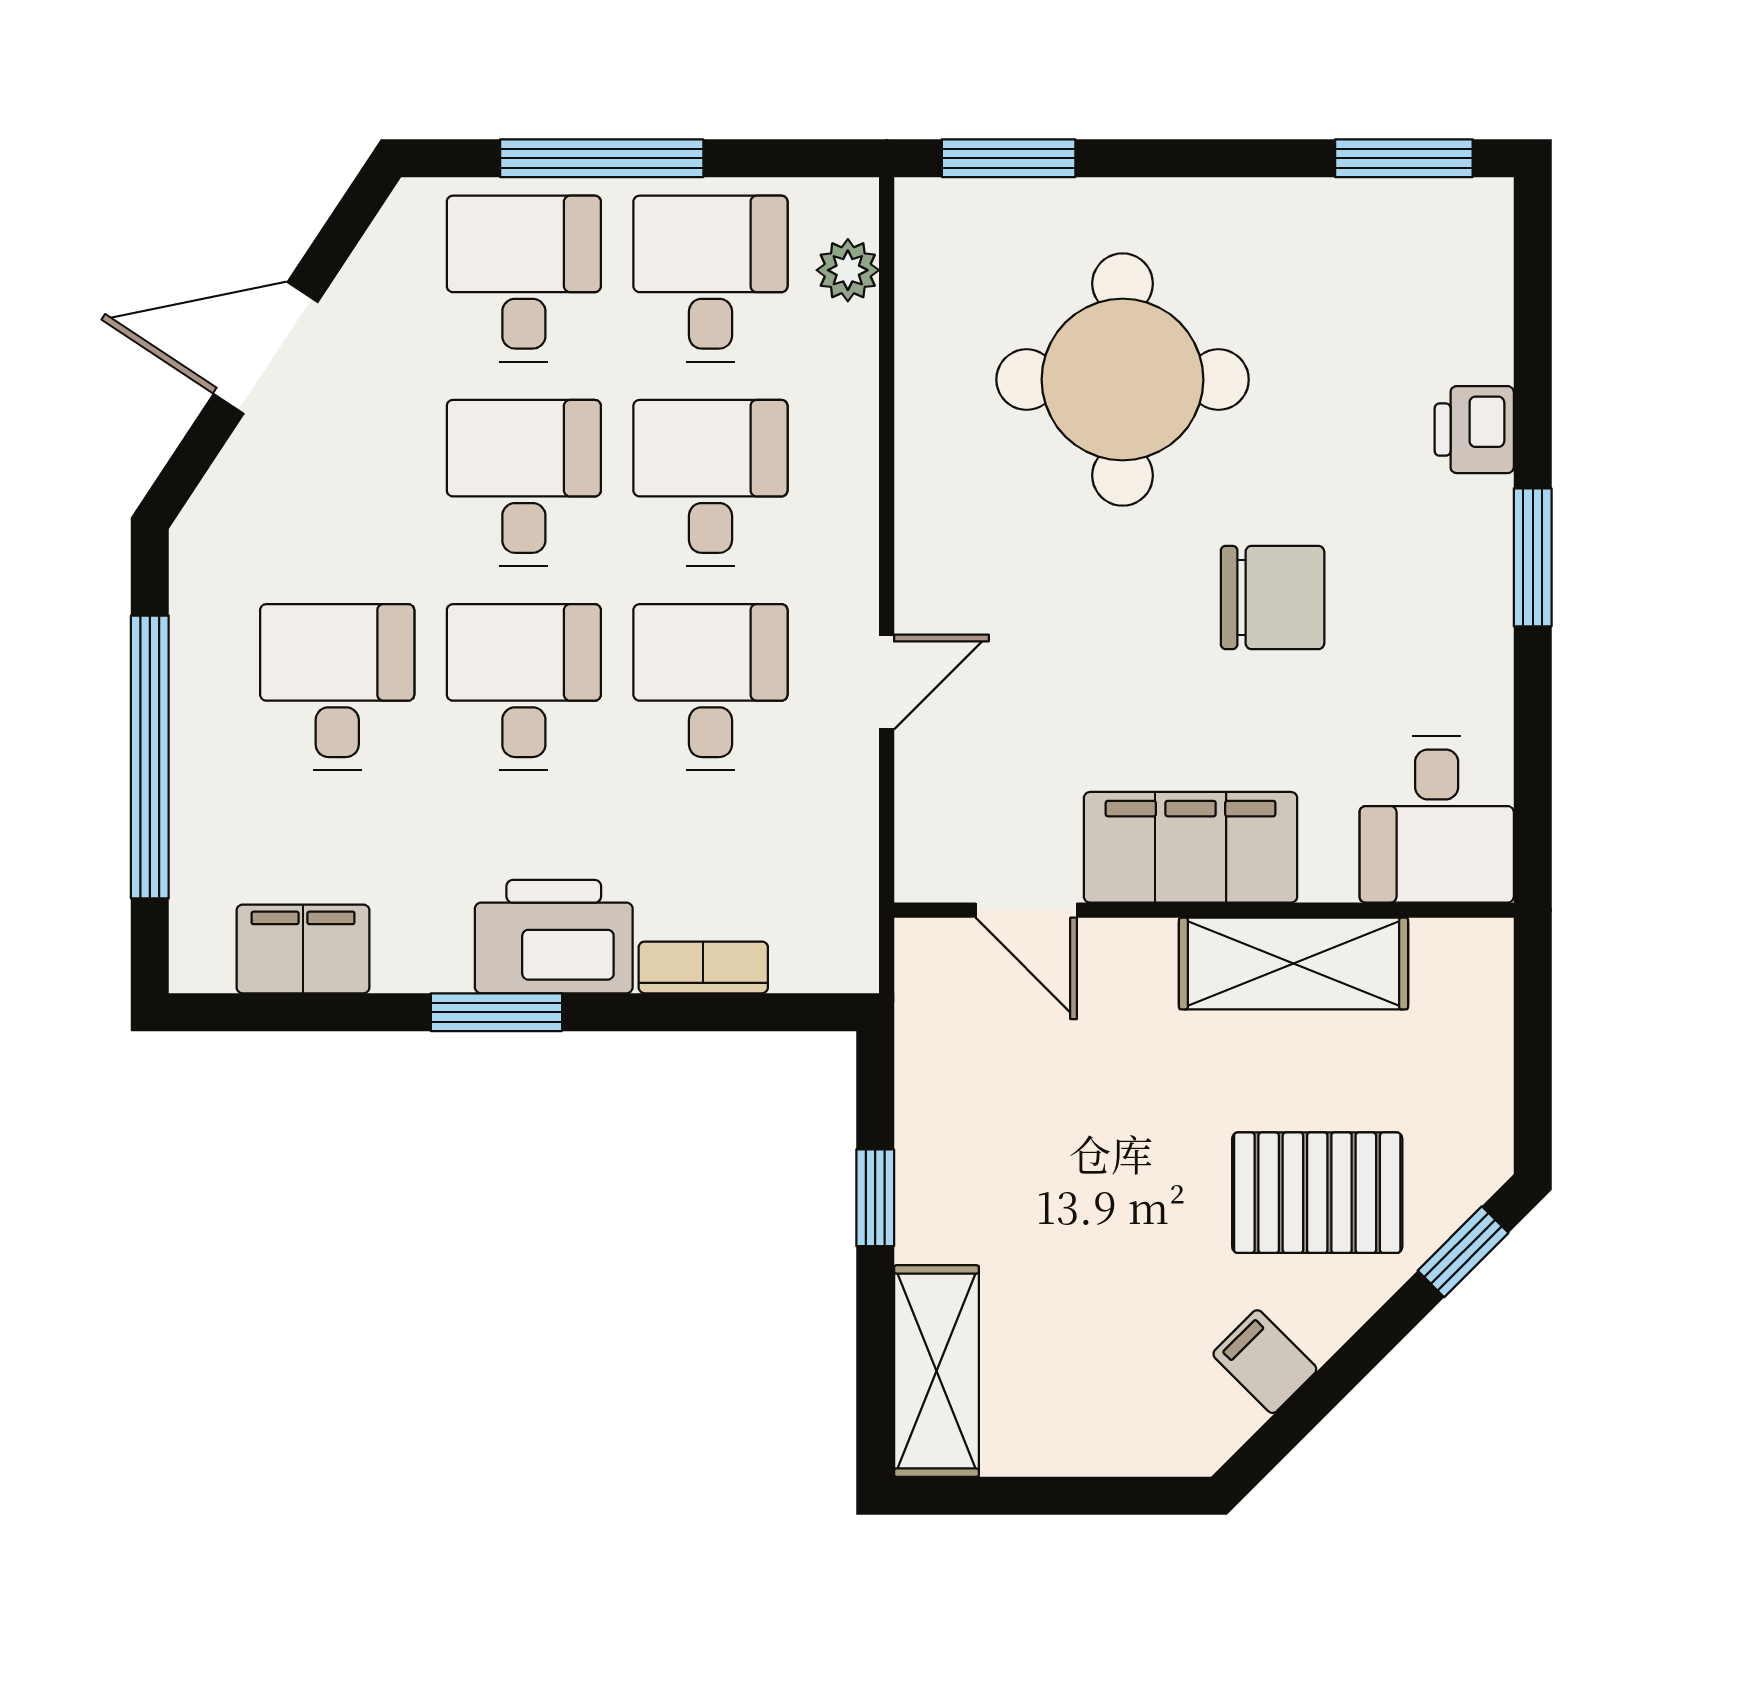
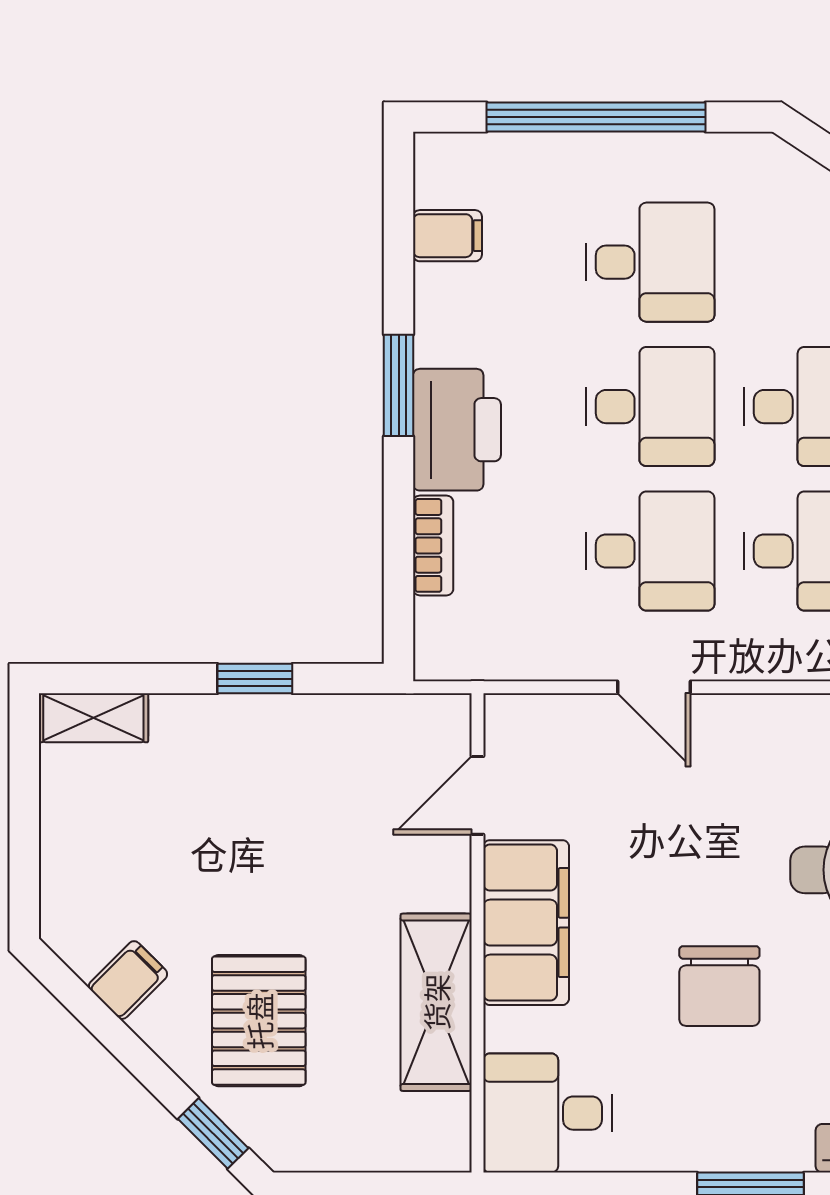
filing cabinet: (303, 949) -> (447, 236), width x0.50
shelving: (936, 1371) -> (93, 718), width x0.67, depth x0.75

